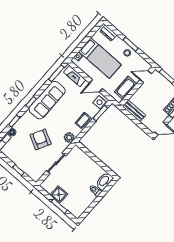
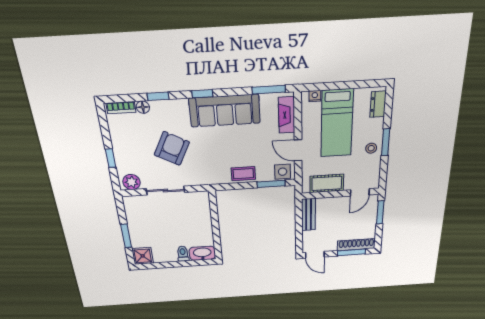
door: (146, 77) -> (360, 192), swing flipped
plant: (69, 138) -> (132, 182), moved
shower: (59, 195) -> (143, 256), moved

